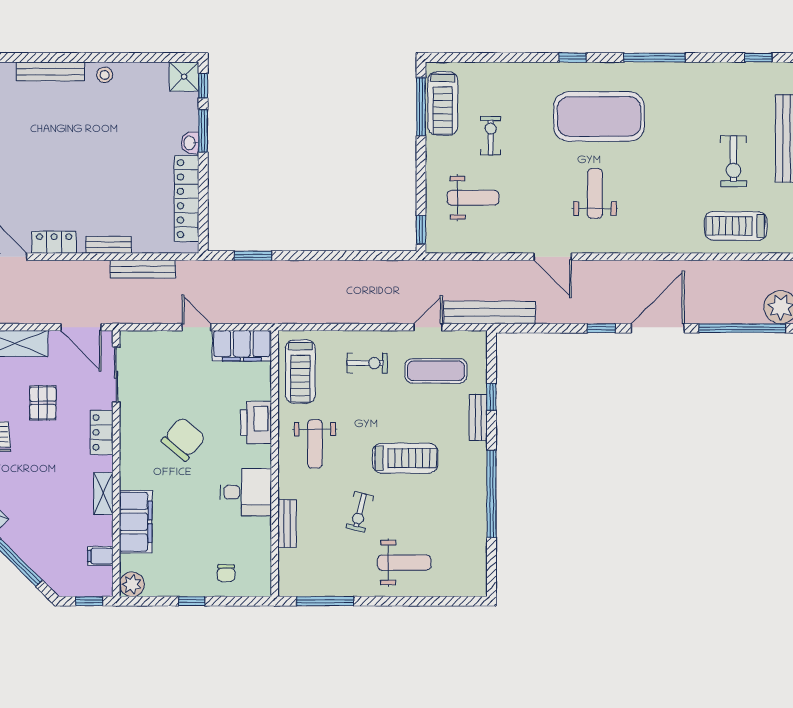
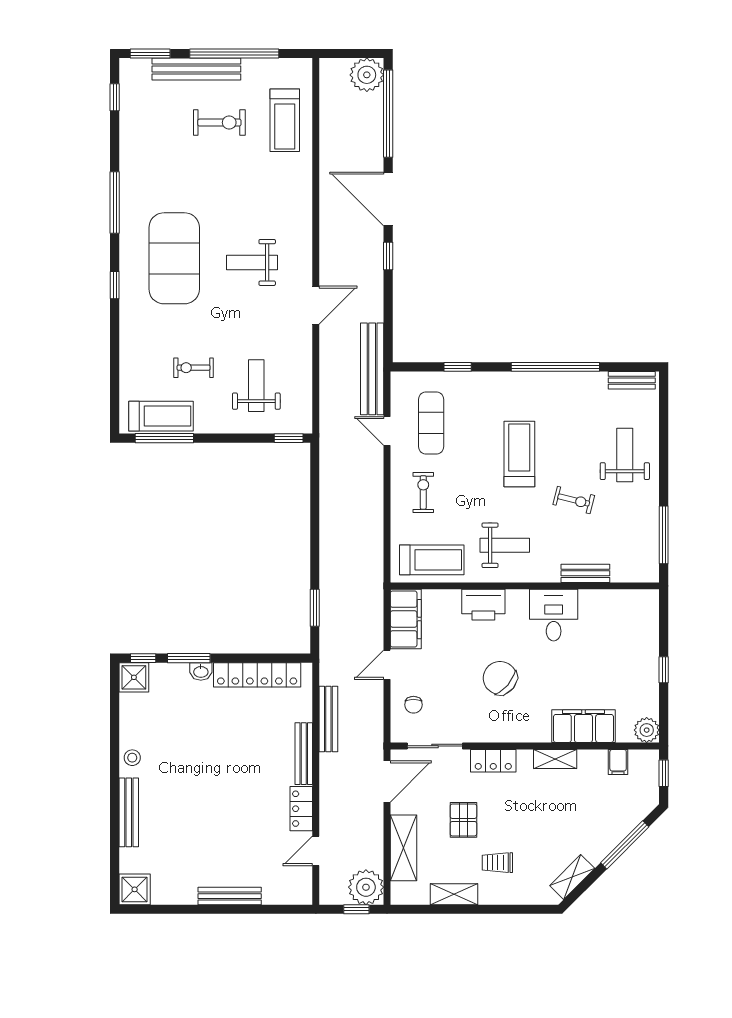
bench: (109, 245) -> (304, 754), width x1.36
pallet: (43, 403) -> (463, 820), turned 90
bench: (478, 417) -> (632, 380), moved
chair: (226, 573) -> (413, 705), moved, turned 90

